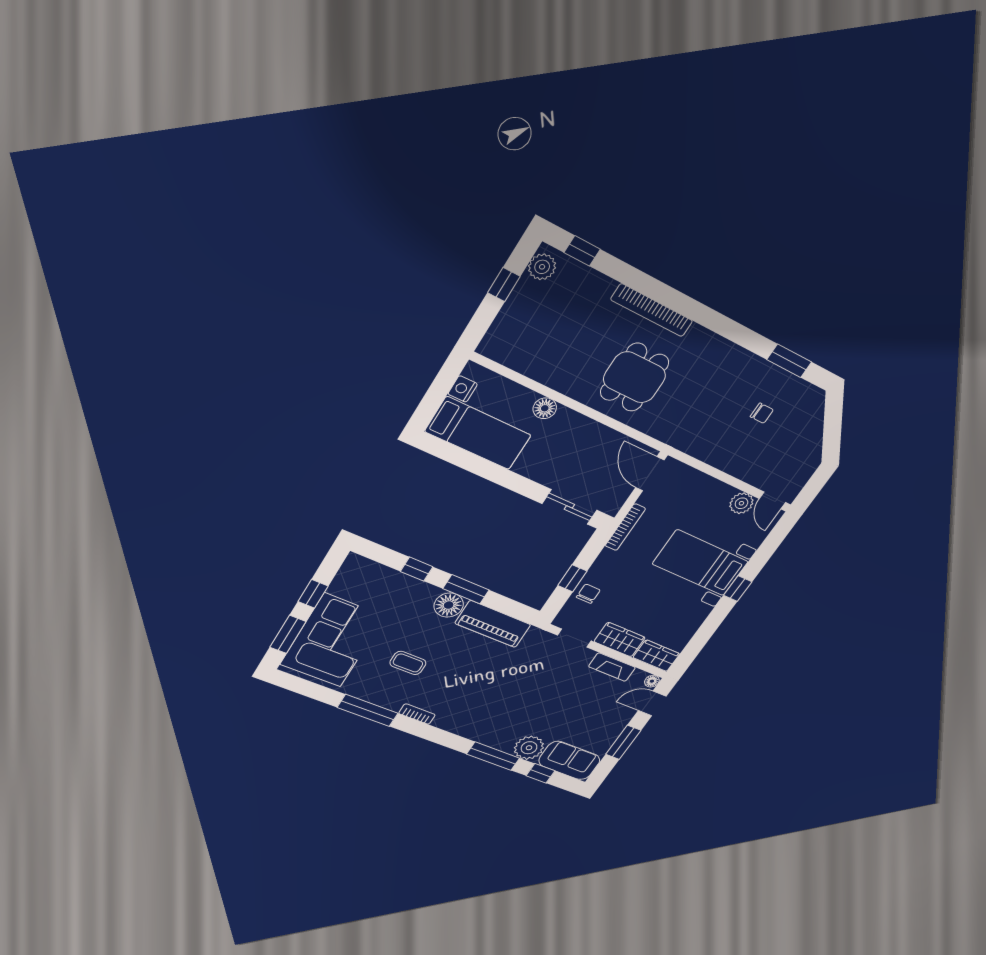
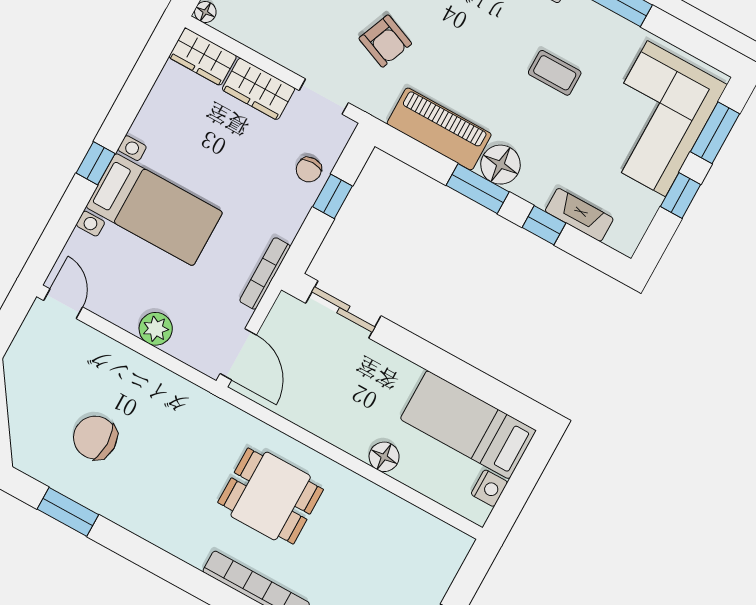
dining table: (634, 377) -> (271, 496), turned 90
chair: (762, 413) -> (95, 438), width x1.87, depth x1.87
plant: (741, 503) -> (156, 329), moved
fireplace: (612, 667) -> (579, 215), moved
armchair: (529, 673) -> (385, 41), added

